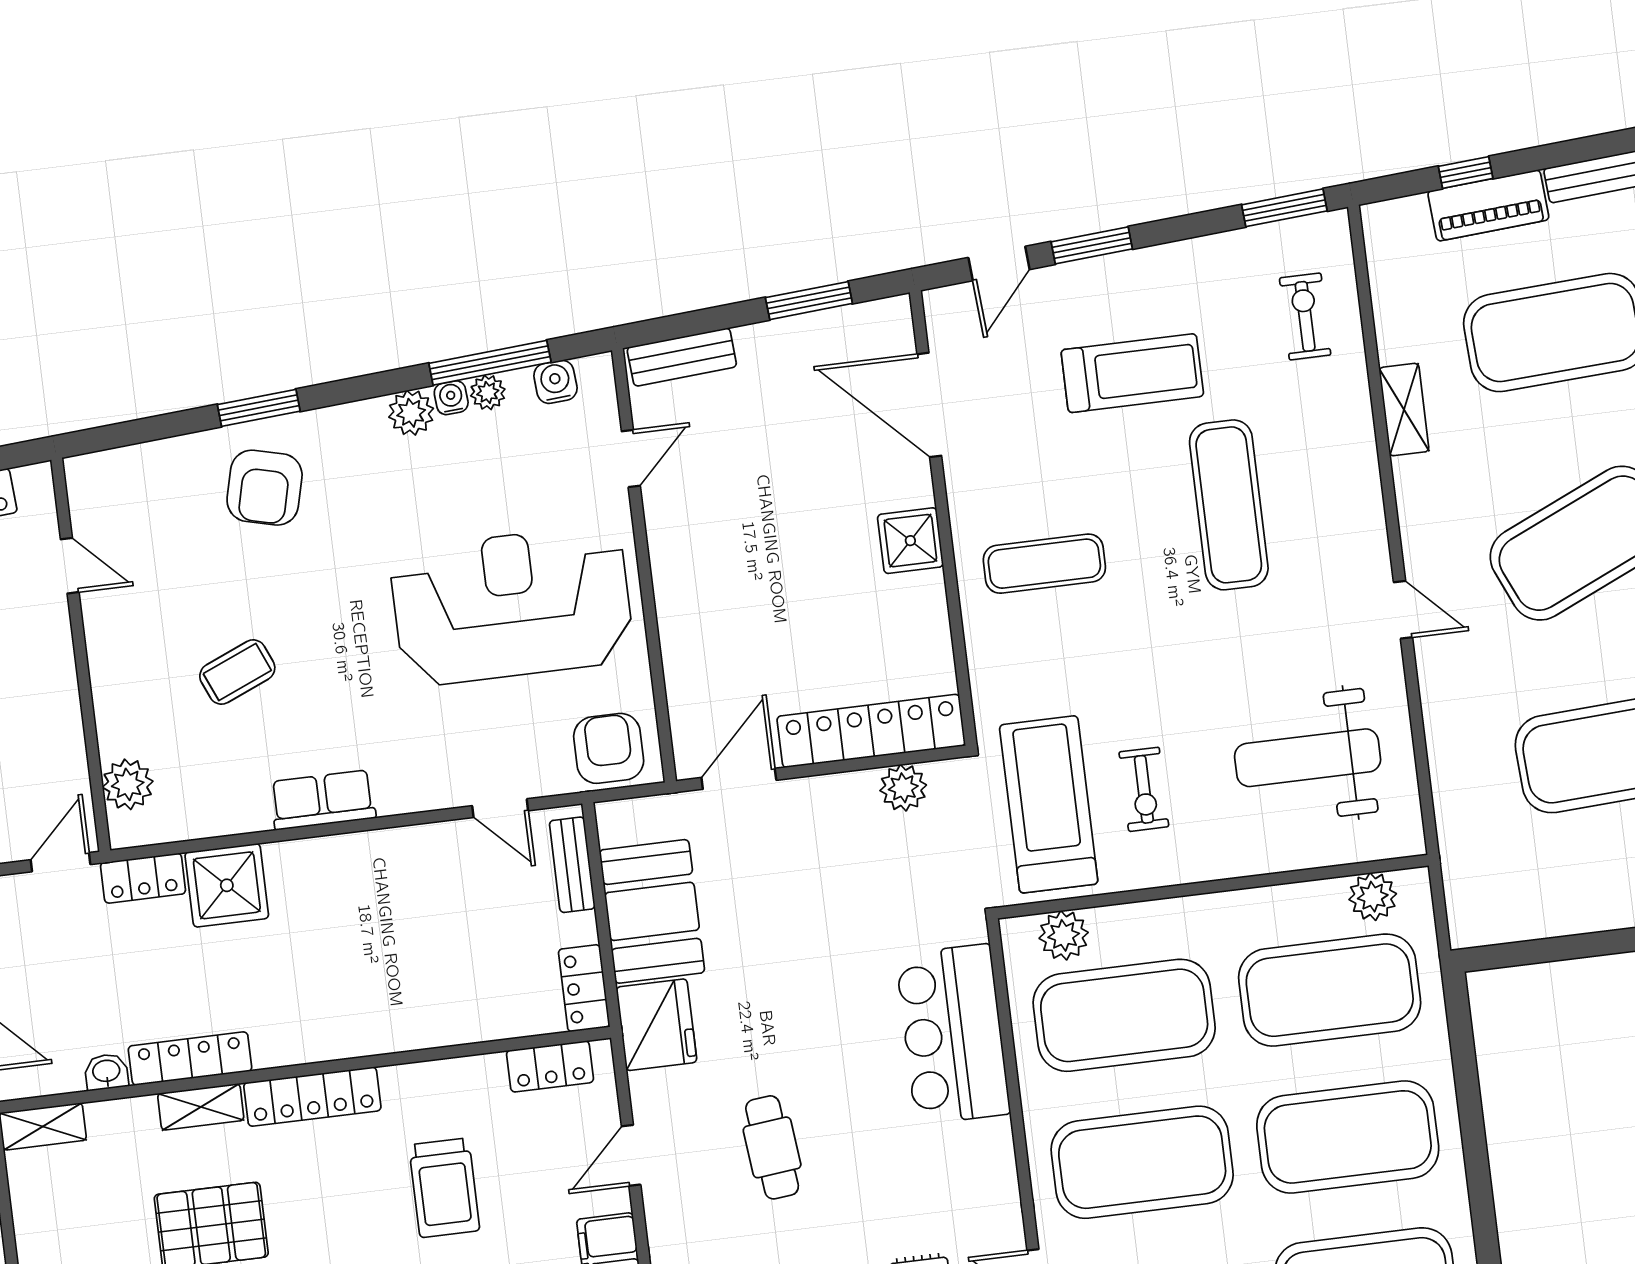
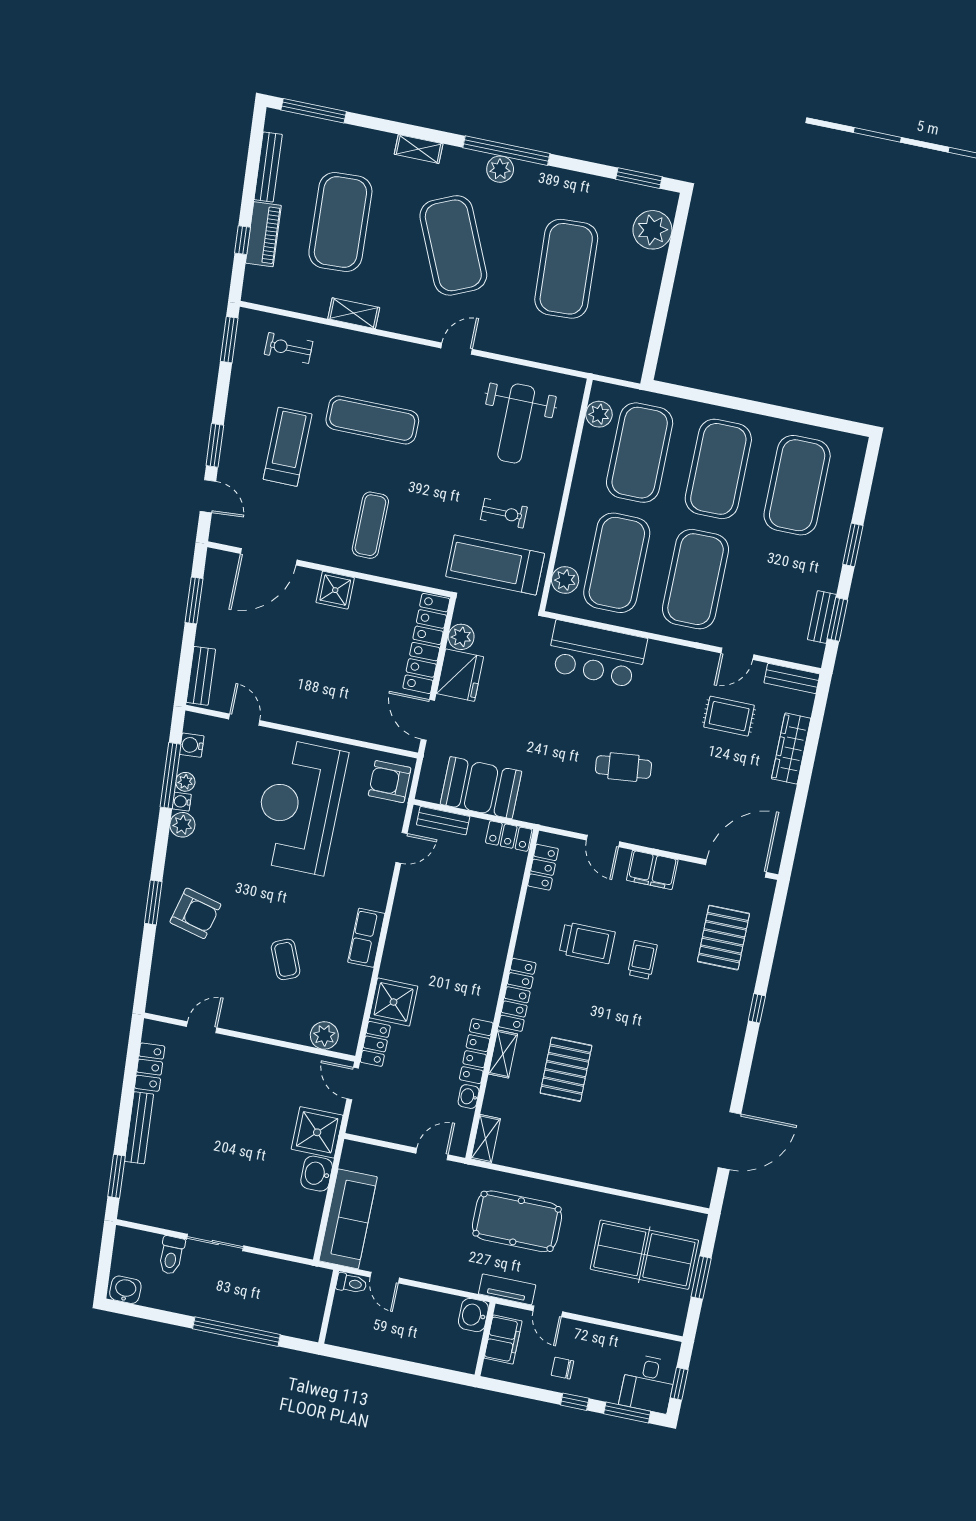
fridge: (656, 1025) -> (460, 675), moved, turned 90

